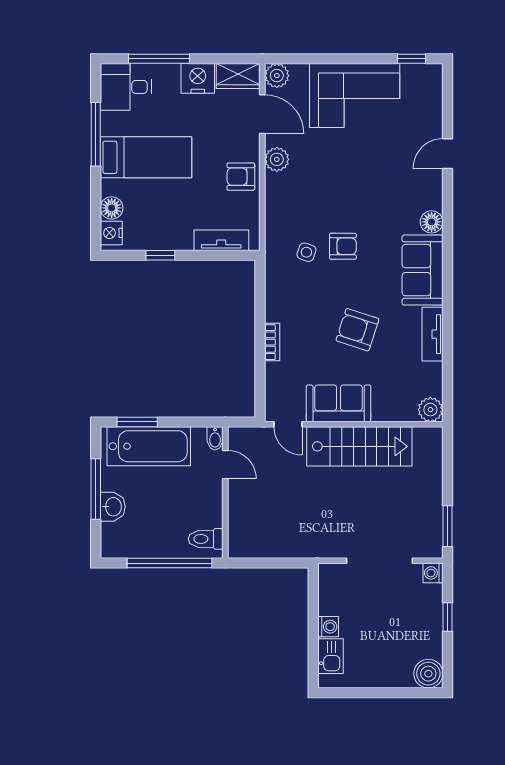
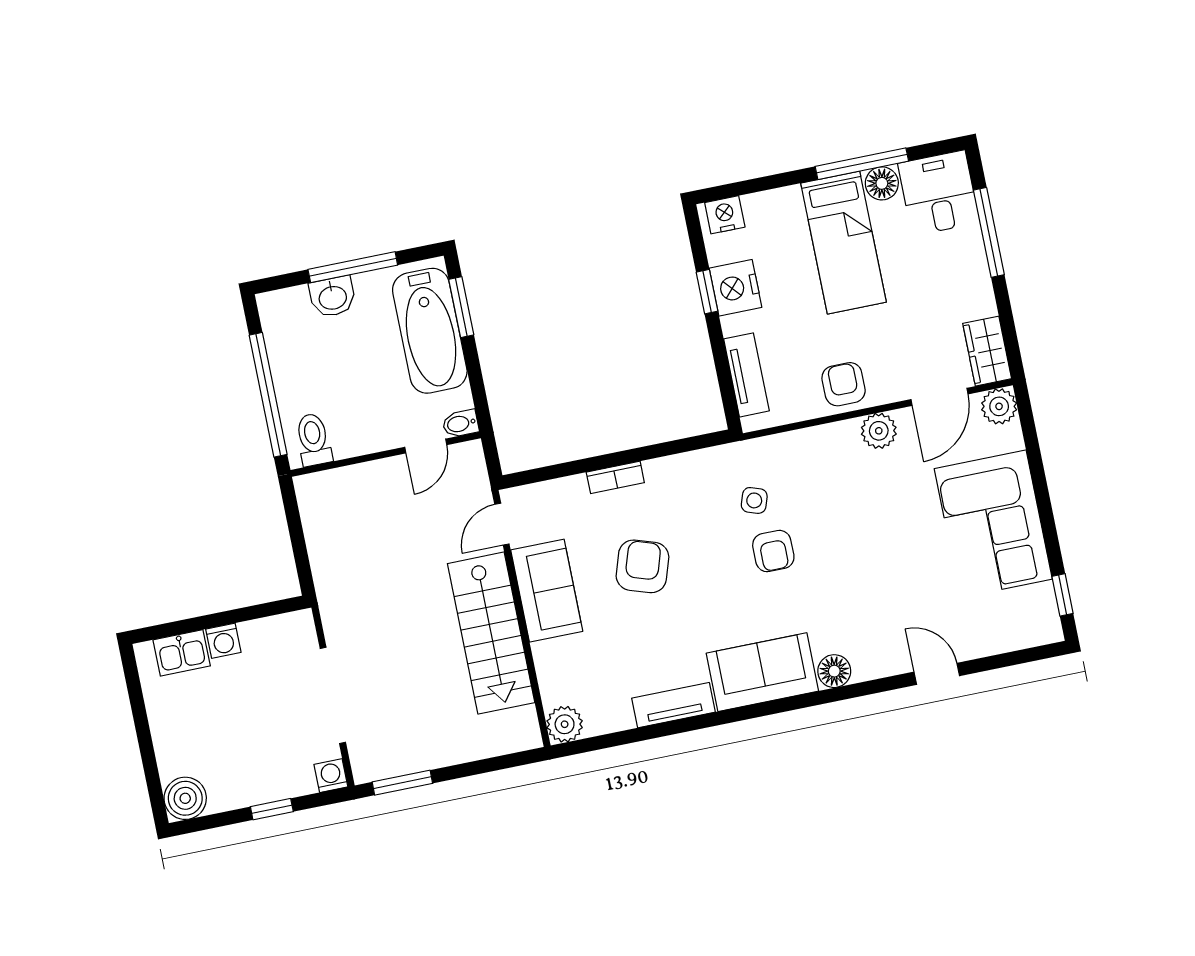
nightstand: (198, 78) -> (736, 288), moved, turned 180
floor lamp: (112, 208) -> (882, 183), moved
armchair: (357, 330) -> (642, 566), moved

